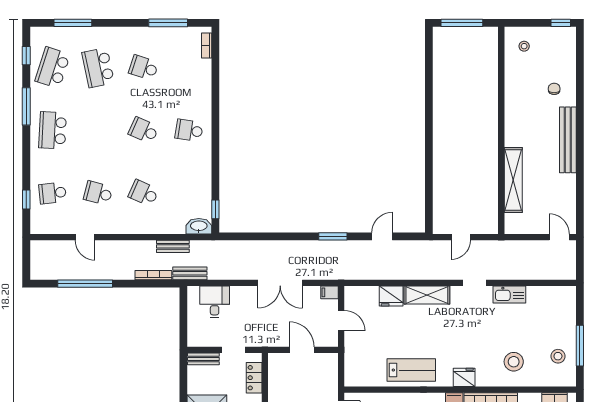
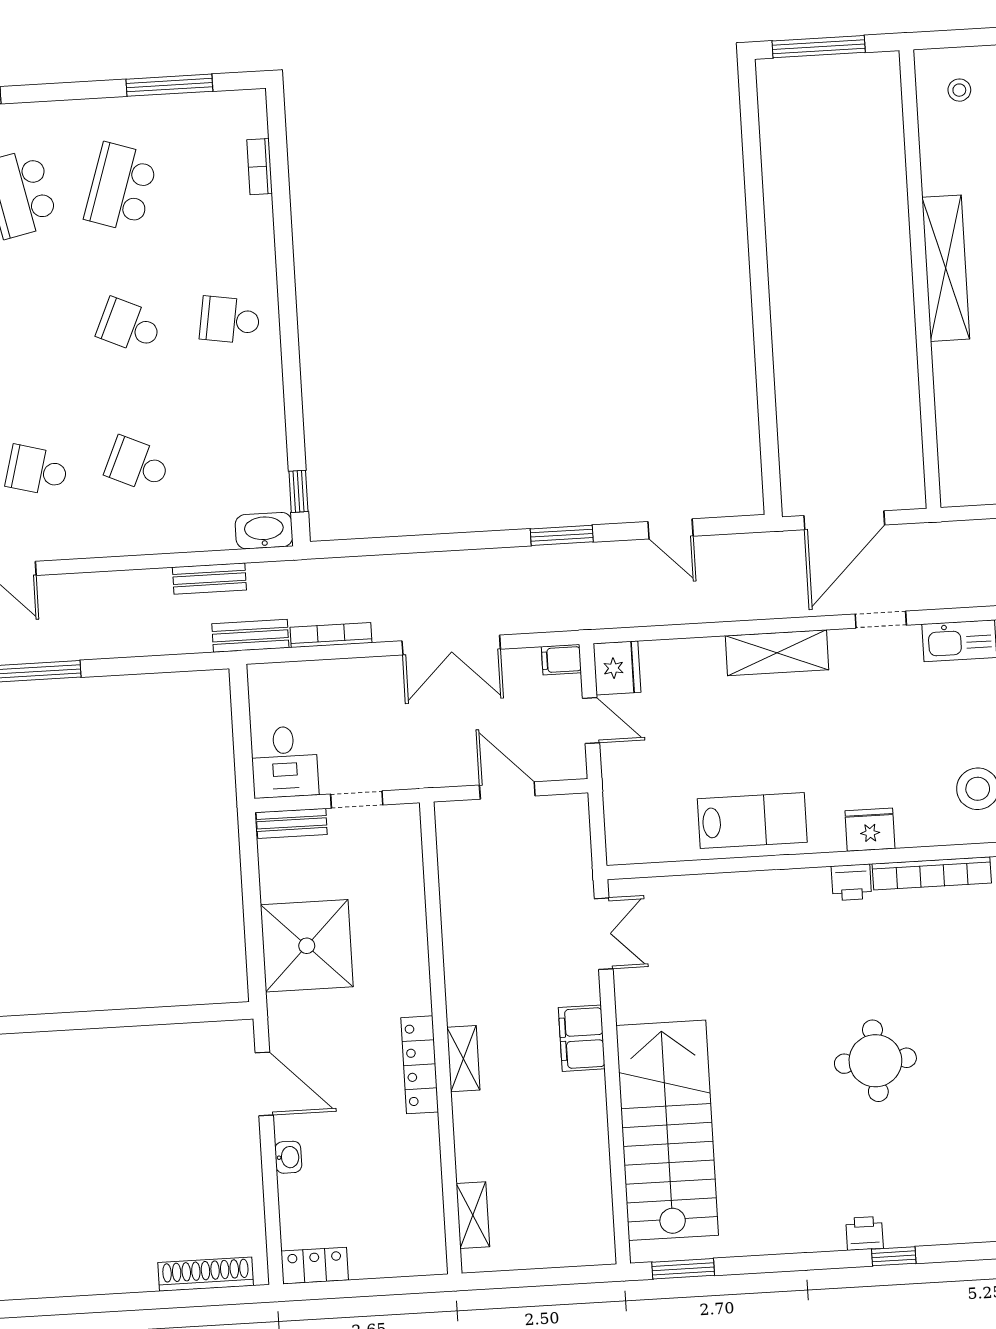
bookcase: (207, 46) -> (260, 167), moved
school desk: (144, 68) -> (121, 187), width x1.85
shelving: (513, 180) -> (946, 268), moved
door: (382, 236) -> (670, 529), swing flipped
door: (461, 237) -> (844, 520), width x1.88
bookcase: (153, 275) -> (331, 635), moved
fridge: (391, 296) -> (617, 668), moved, turned -90
desk: (215, 302) -> (284, 762), moved, turned 180
locker: (254, 378) -> (406, 858), removed

